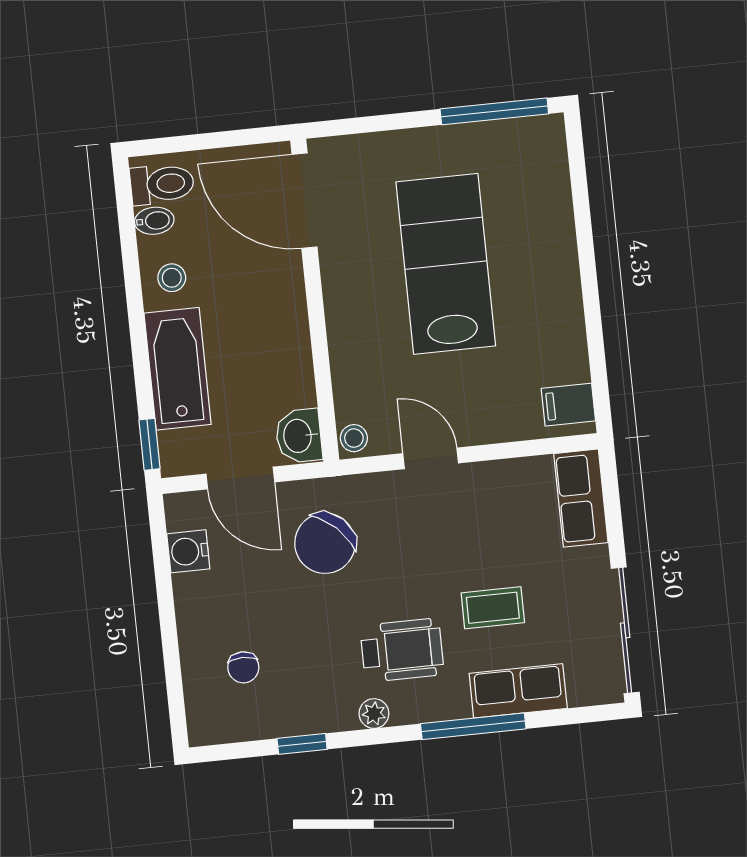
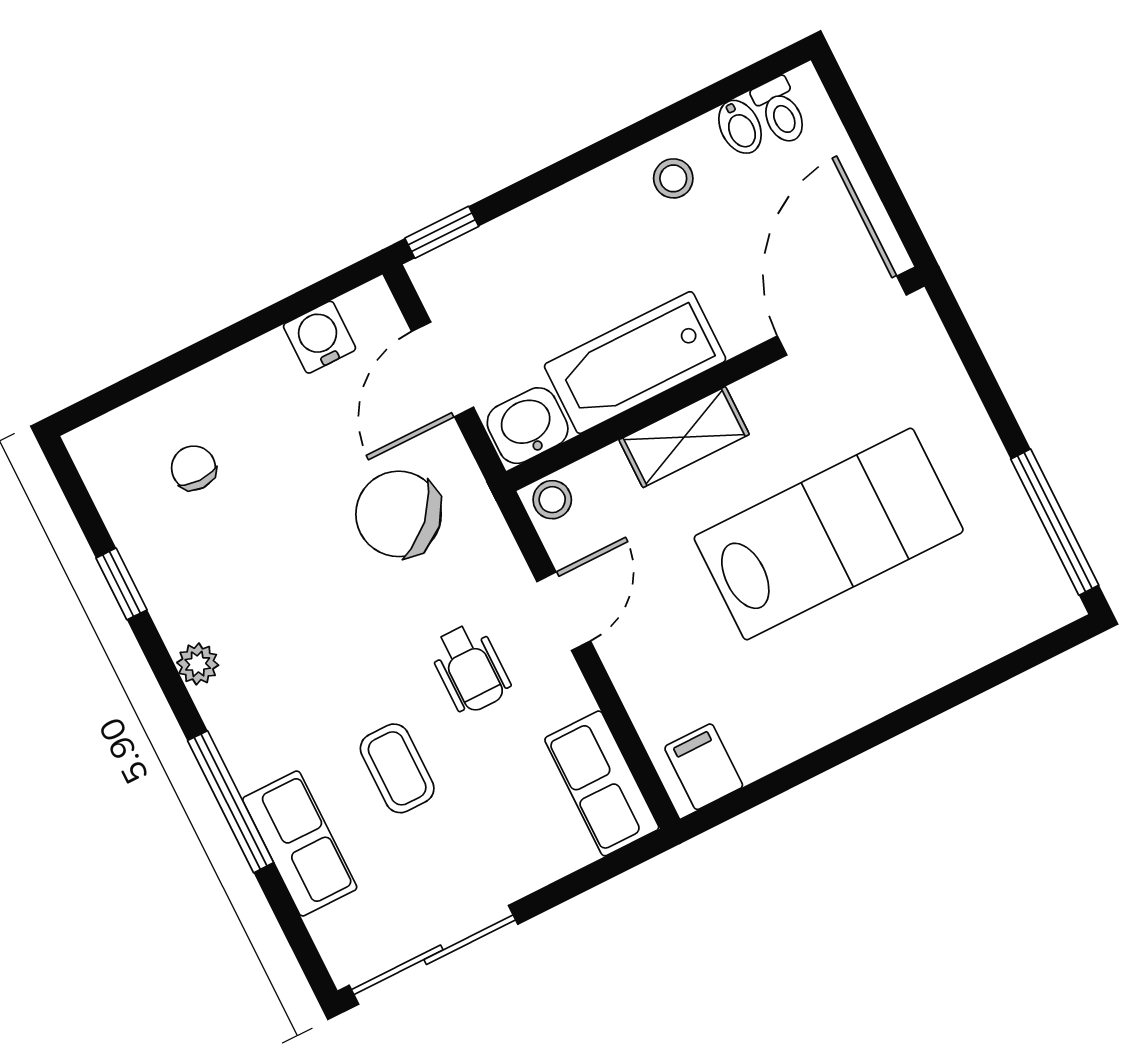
toilet: (162, 184) -> (780, 111), width x0.73, depth x0.72
shelving: (346, 335) -> (684, 437), added
bathtub: (178, 369) -> (635, 363), moved, turned 180
row of seats: (581, 498) -> (602, 783), moved, turned -90
wheelchair: (402, 650) -> (470, 668), moved, width x0.73, depth x0.73
chair: (243, 667) -> (193, 468), turned 90

